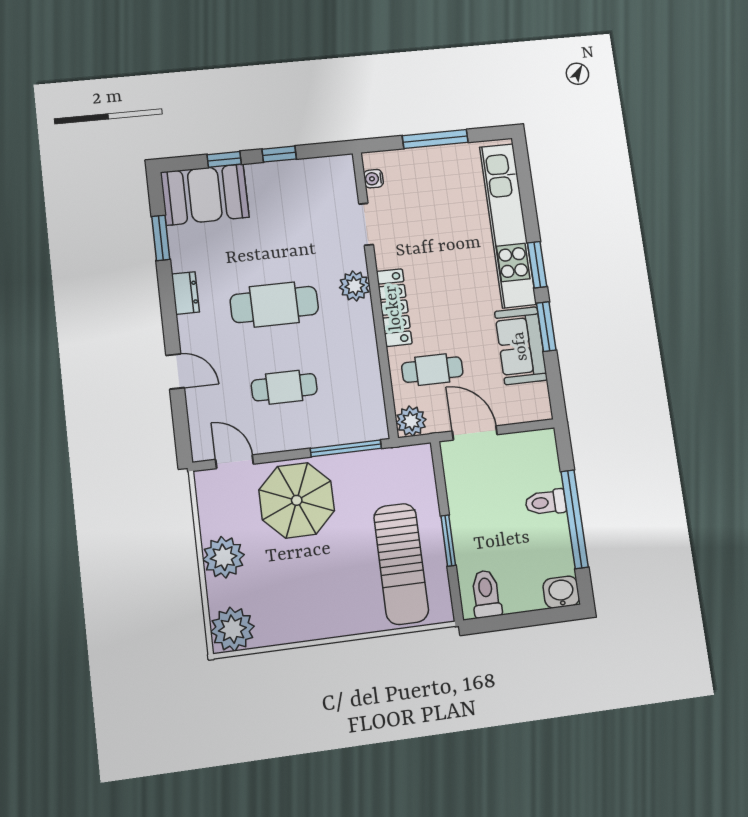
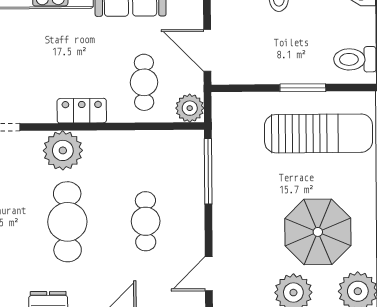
plant: (355, 286) -> (63, 150), width x1.36, depth x1.36
locker: (394, 308) -> (82, 111), width x0.66
door: (475, 433) -> (207, 50), hinge flipped
parasol: (297, 500) -> (318, 232), moved

